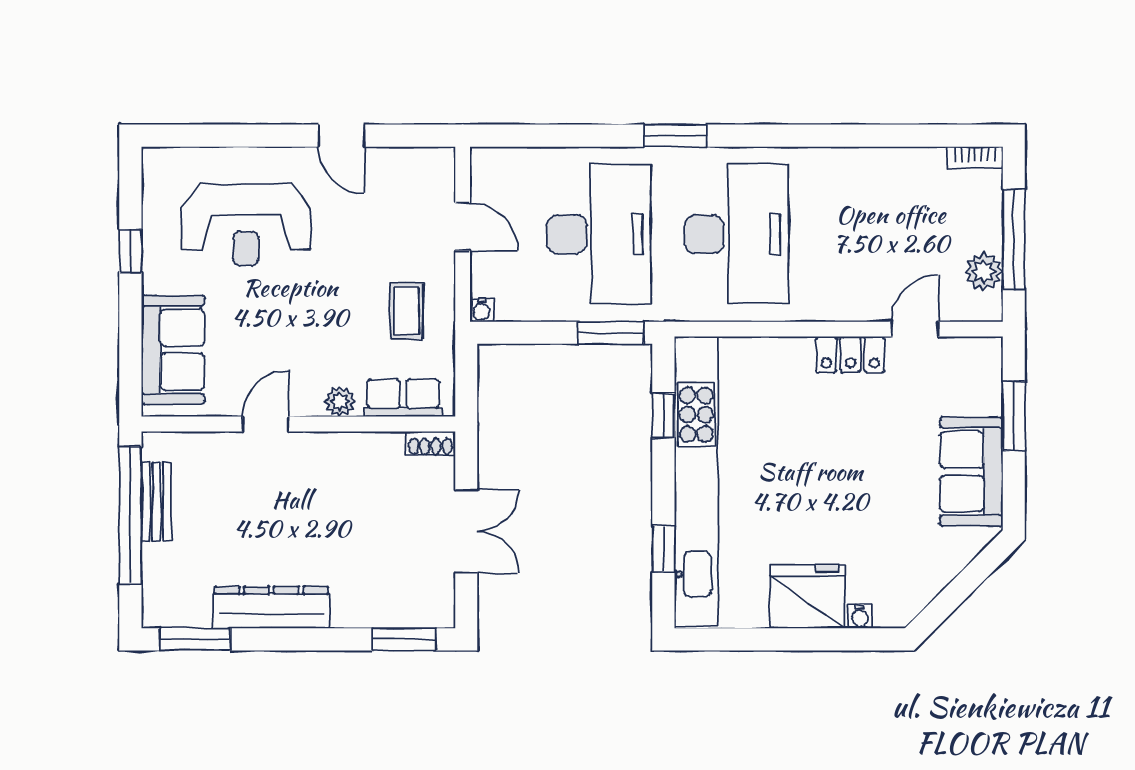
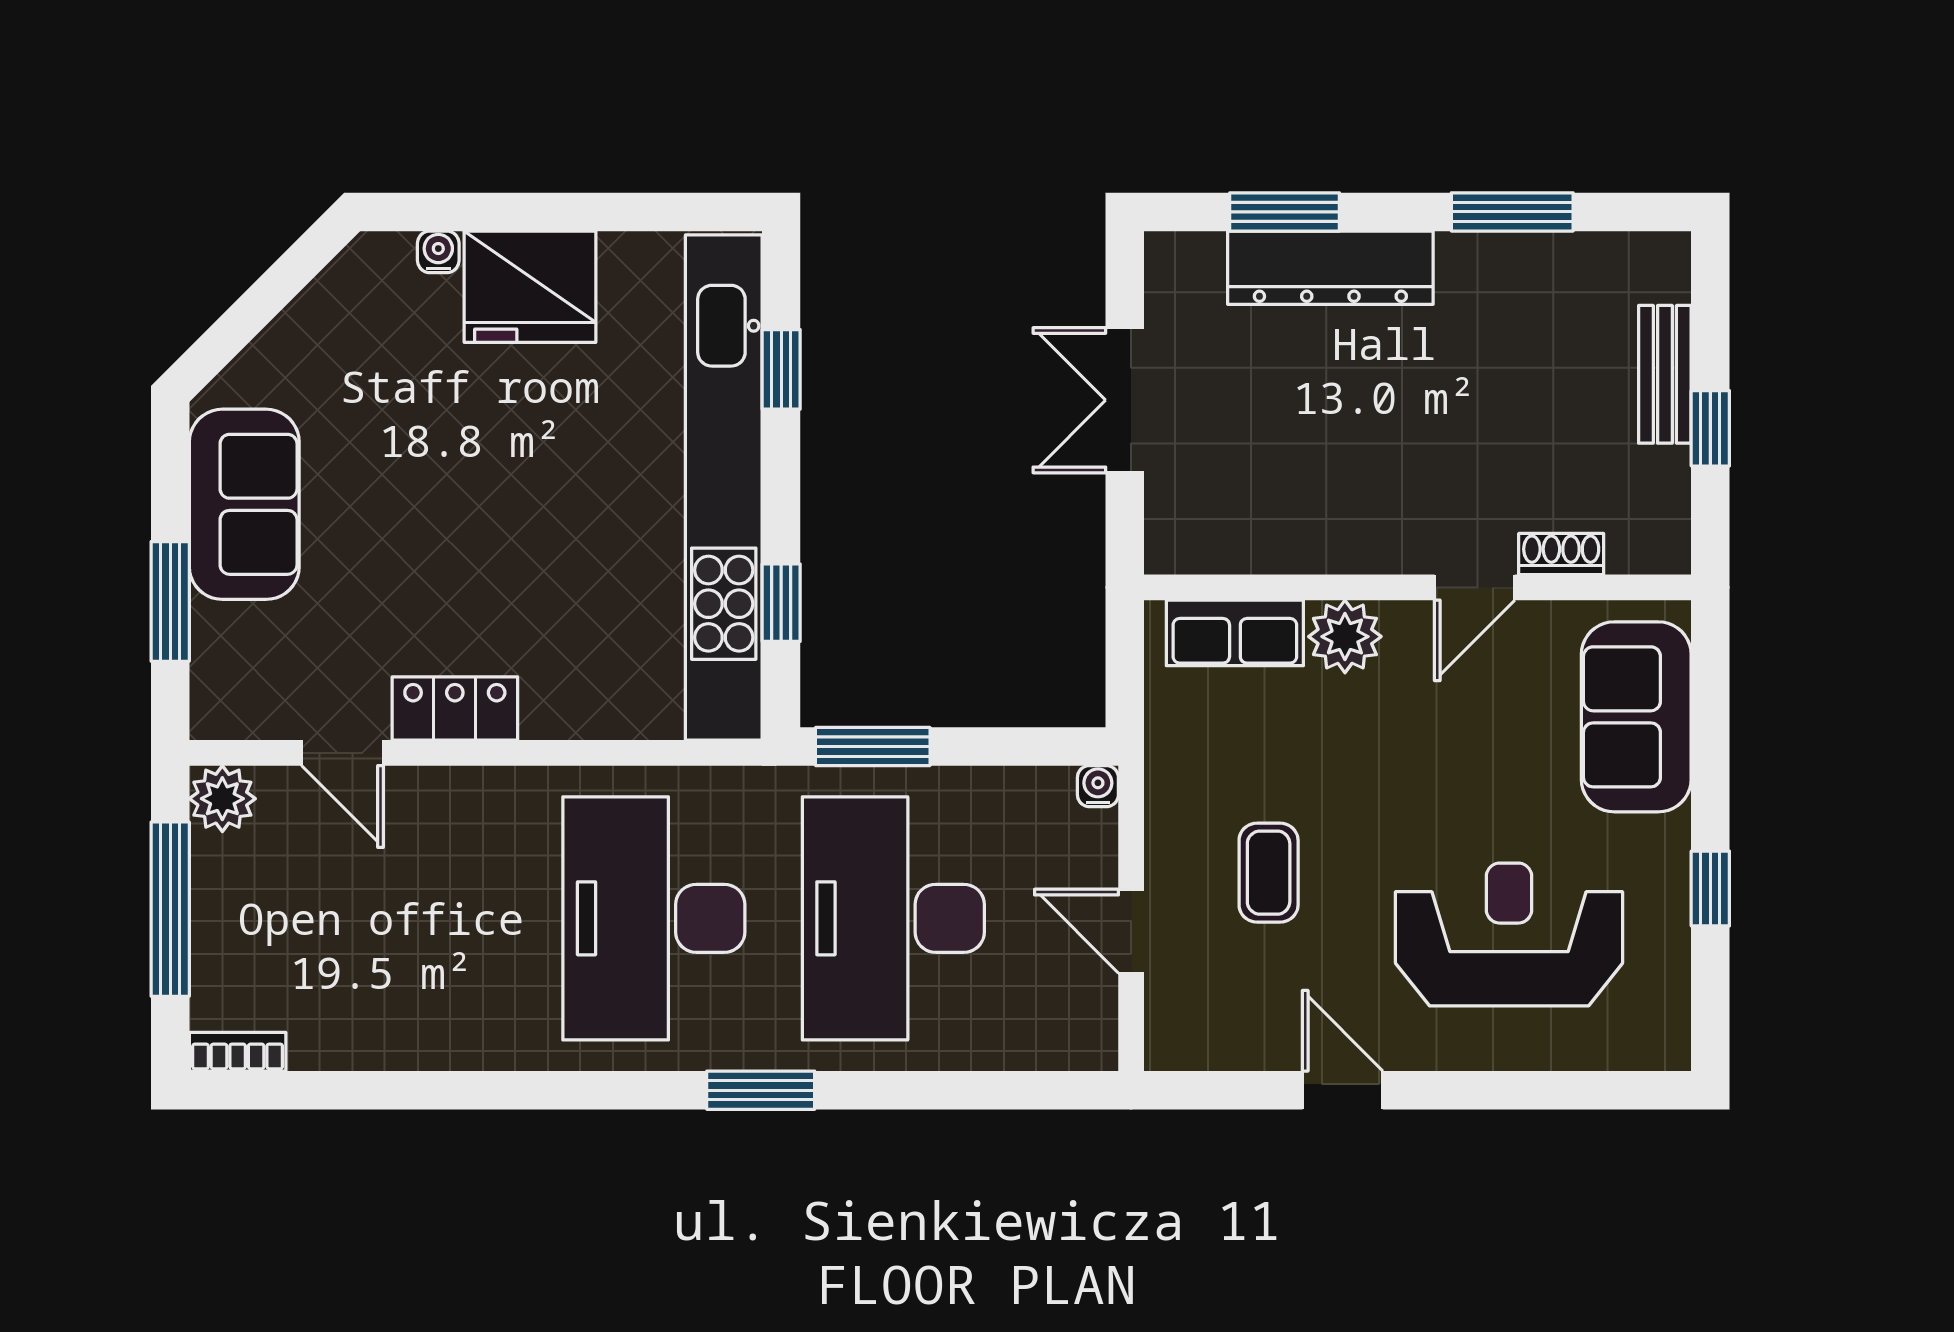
plant: (984, 272) -> (222, 799), moved
coffee table: (407, 311) -> (1269, 873), moved
door: (915, 329) -> (342, 753), hinge flipped
plant: (340, 402) -> (1345, 637), width x1.38, depth x1.38
shoe rack: (430, 443) -> (1561, 554), moved
bench: (156, 502) -> (1665, 374), moved
window: (130, 515) -> (1710, 428), width x0.32
dresser: (271, 607) -> (1330, 268), moved
window: (195, 639) -> (1512, 212), moved
window: (404, 639) -> (1285, 212), moved

